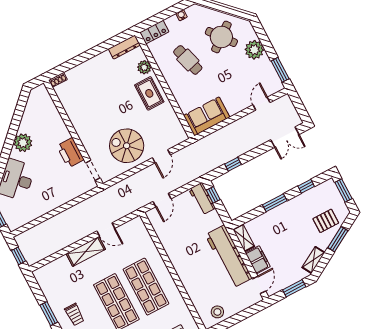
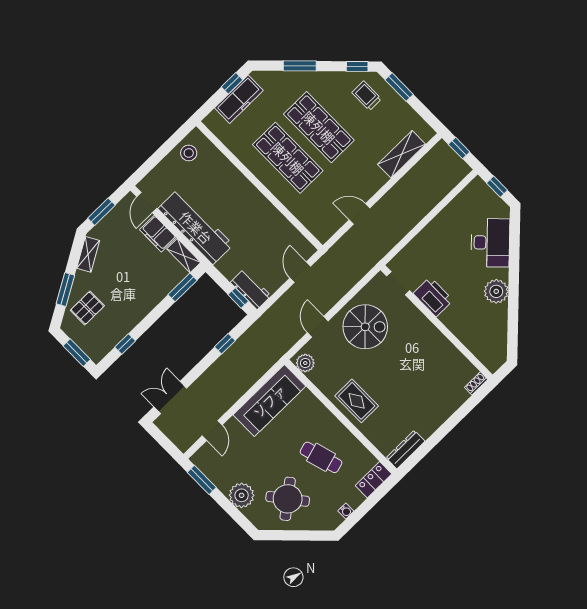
plant: (144, 67) -> (305, 363), moved
sofa: (207, 116) -> (269, 401), width x1.36
window: (275, 203) -> (183, 287), moved
shelving: (86, 251) -> (402, 154), moved

